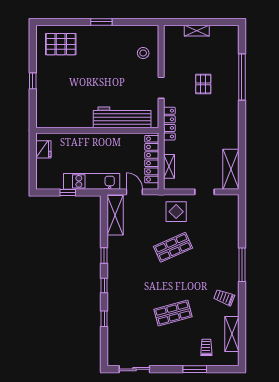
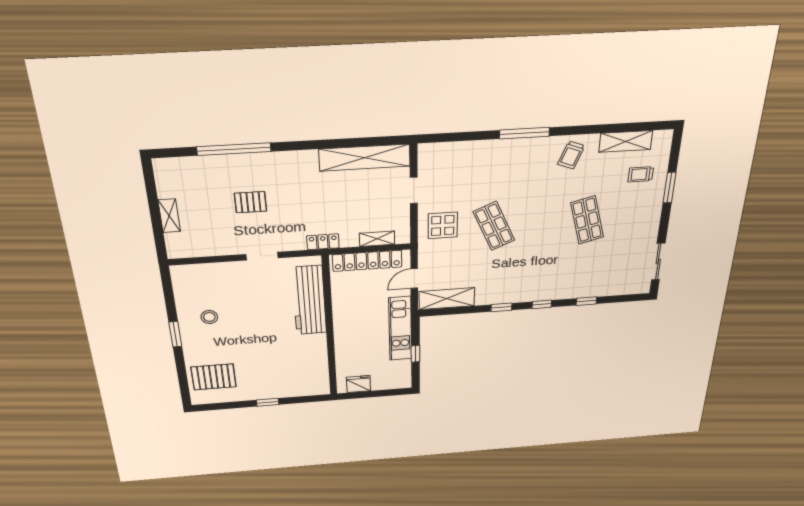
pallet: (61, 44) -> (214, 377), turned 90
stool: (143, 53) -> (209, 317), moved
locker: (169, 124) -> (323, 242), width x0.66
shelving: (231, 169) -> (365, 158), width x1.47

